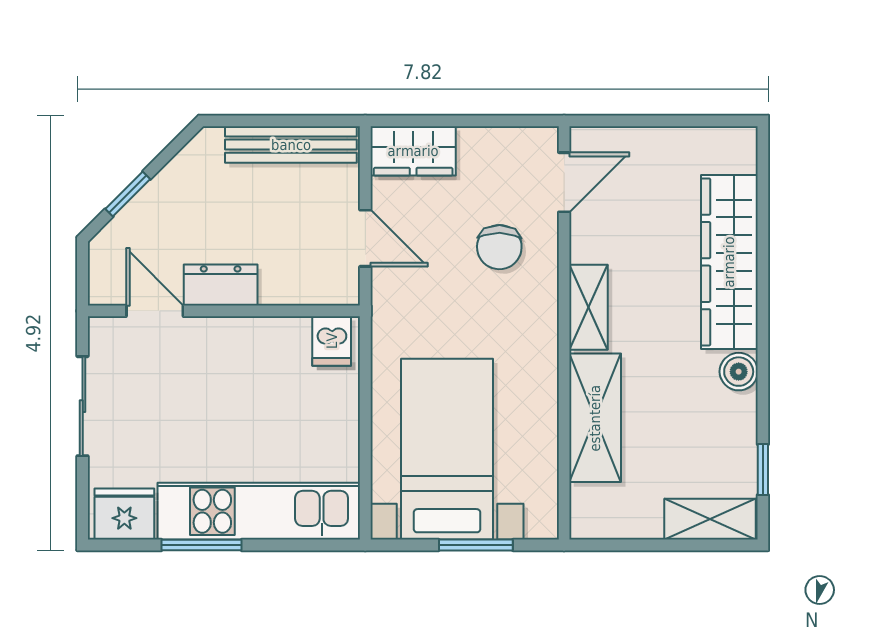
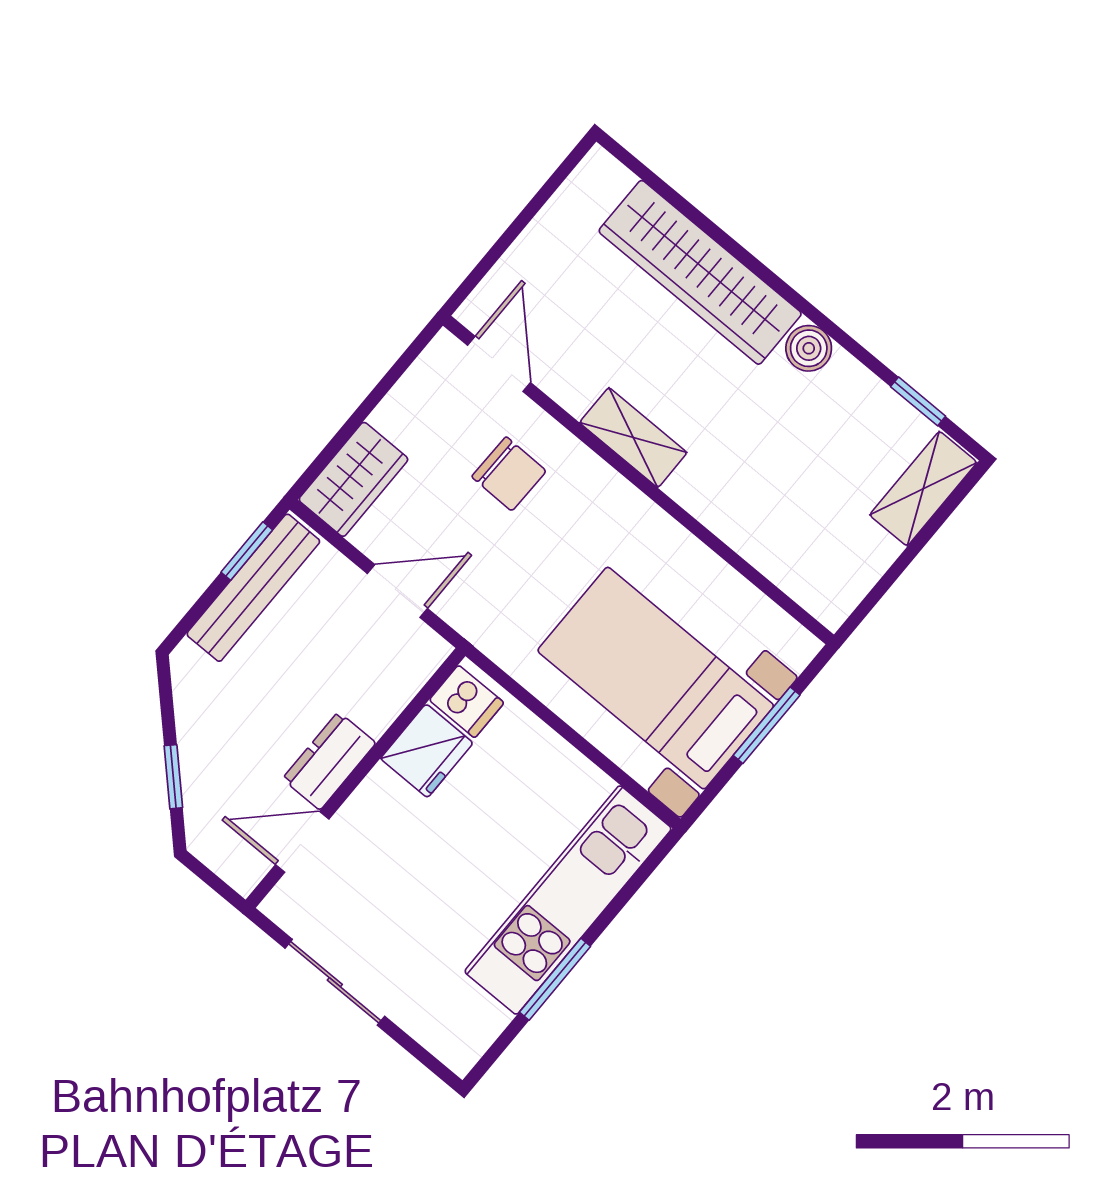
window: (311, 121) -> (247, 551), added
shelving: (595, 418) -> (741, 517), removed
fridge: (124, 514) -> (427, 751), moved, turned 180

